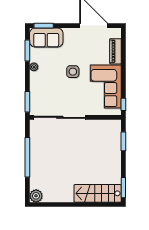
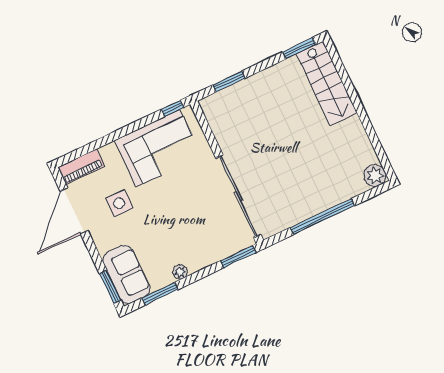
piano: (116, 51) -> (81, 167), moved
side table: (73, 72) -> (119, 203), moved

